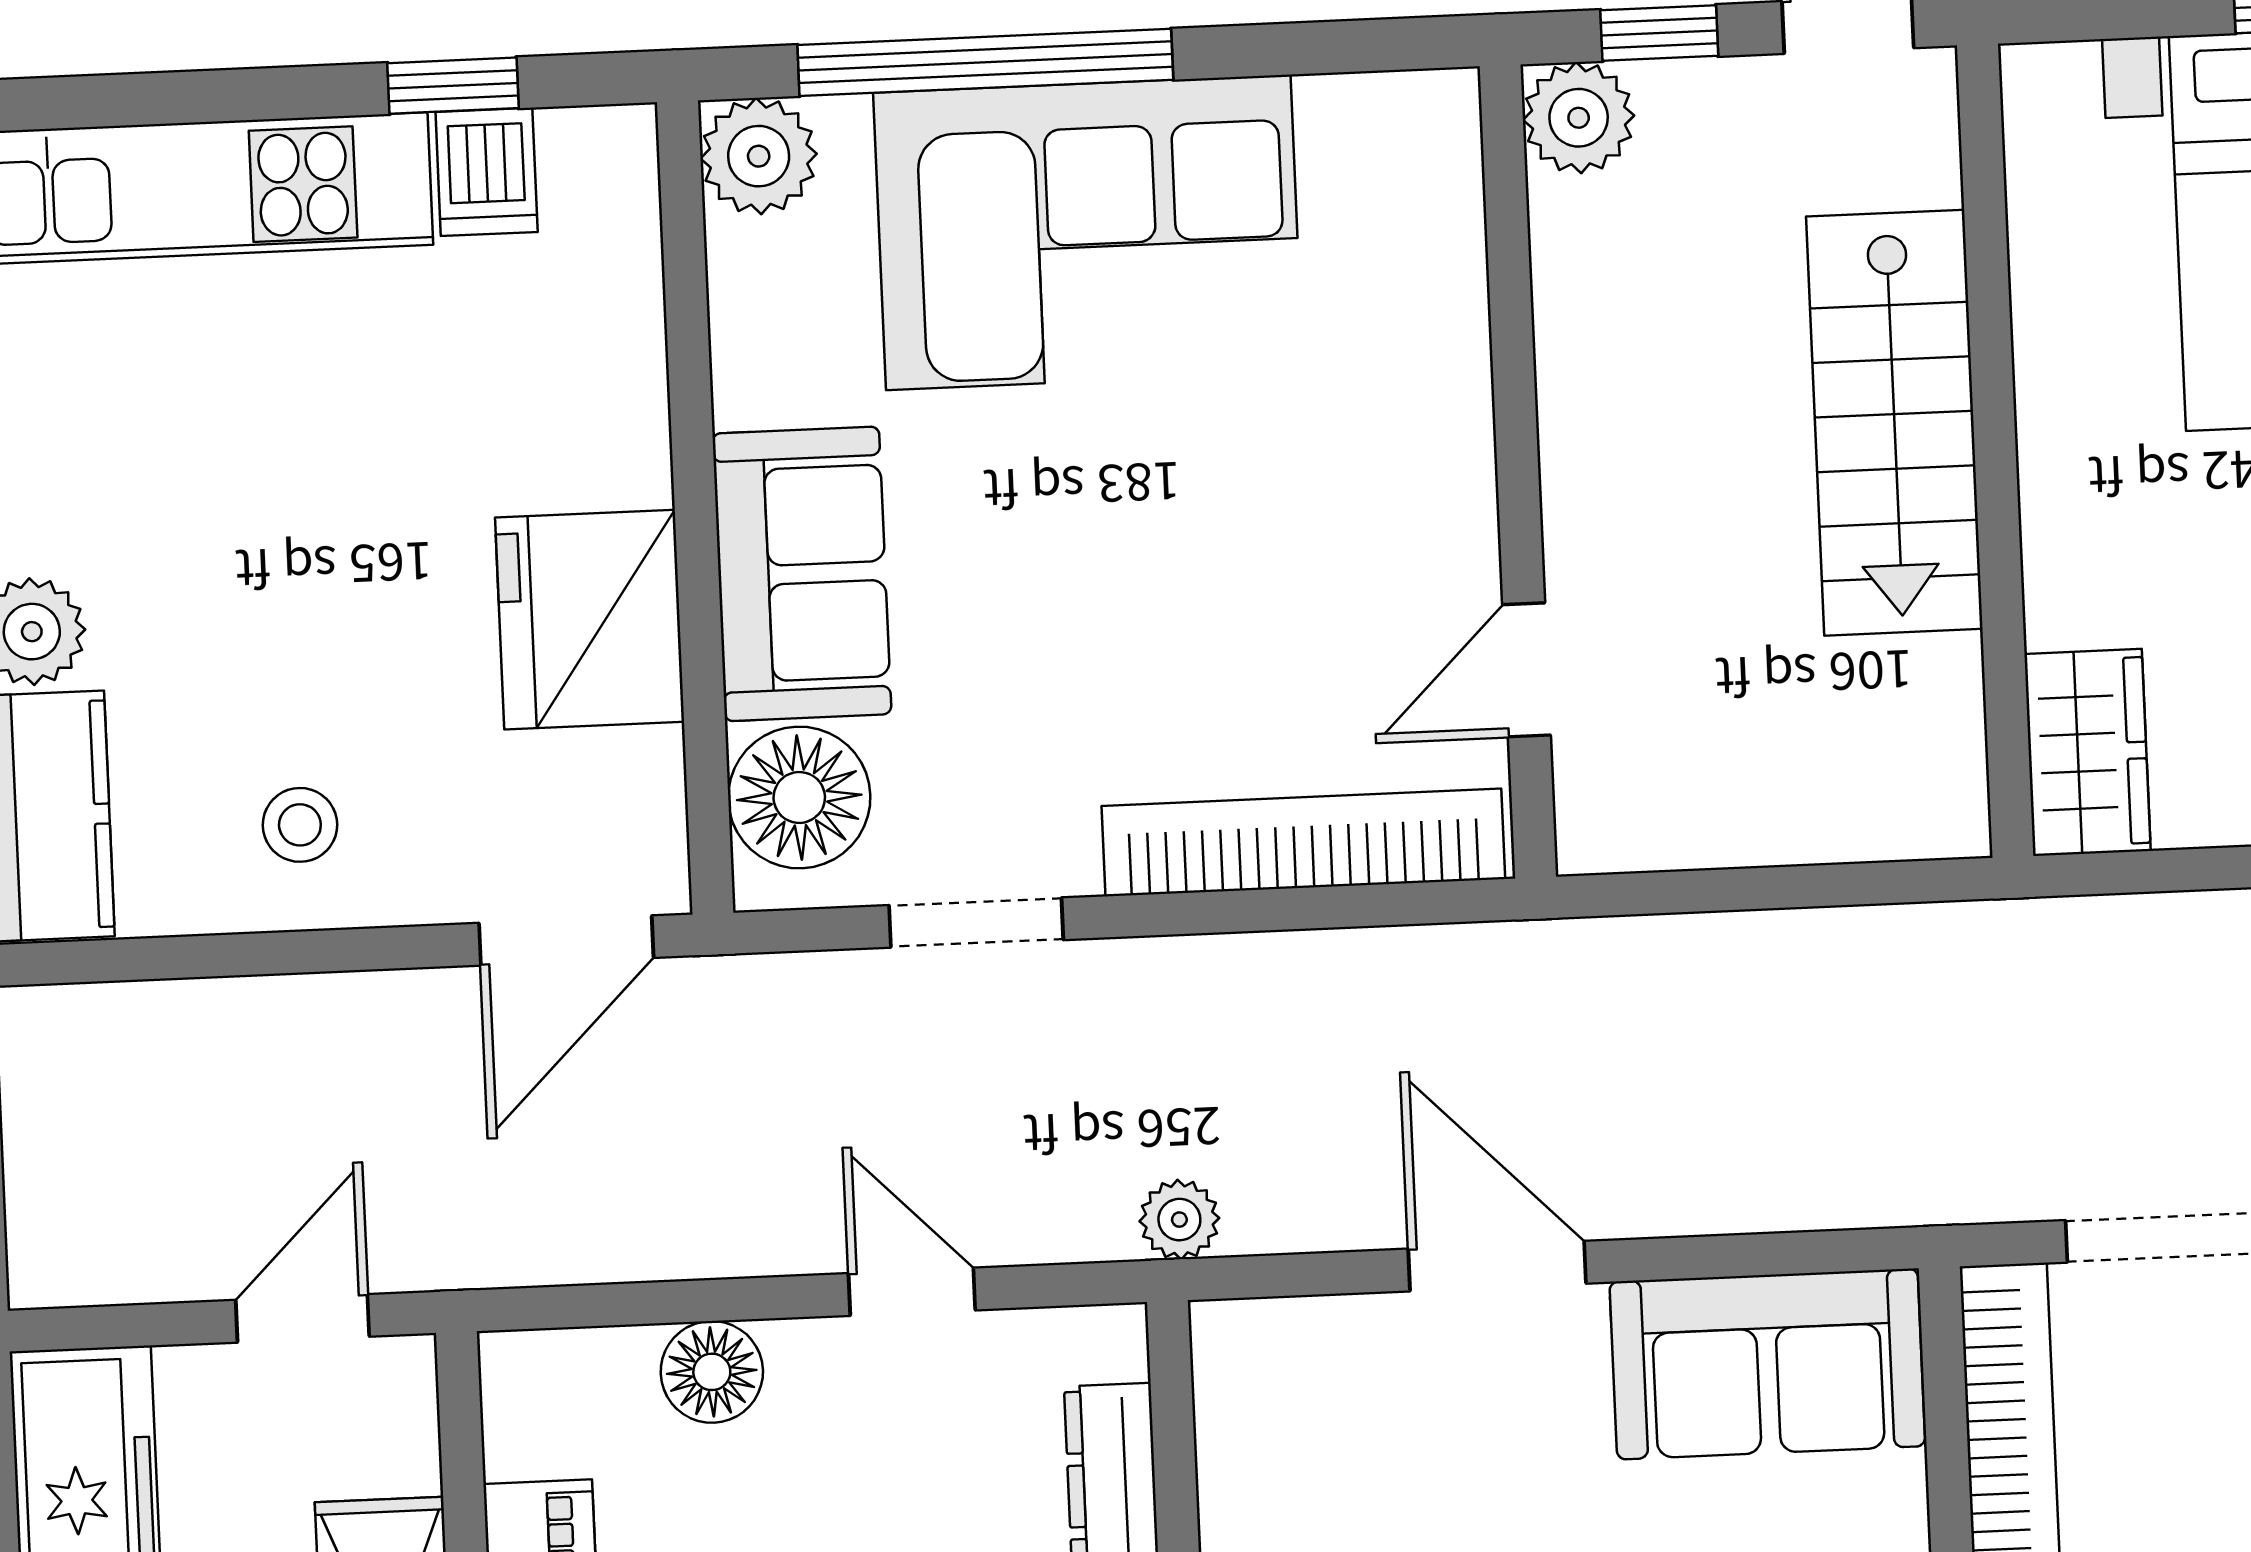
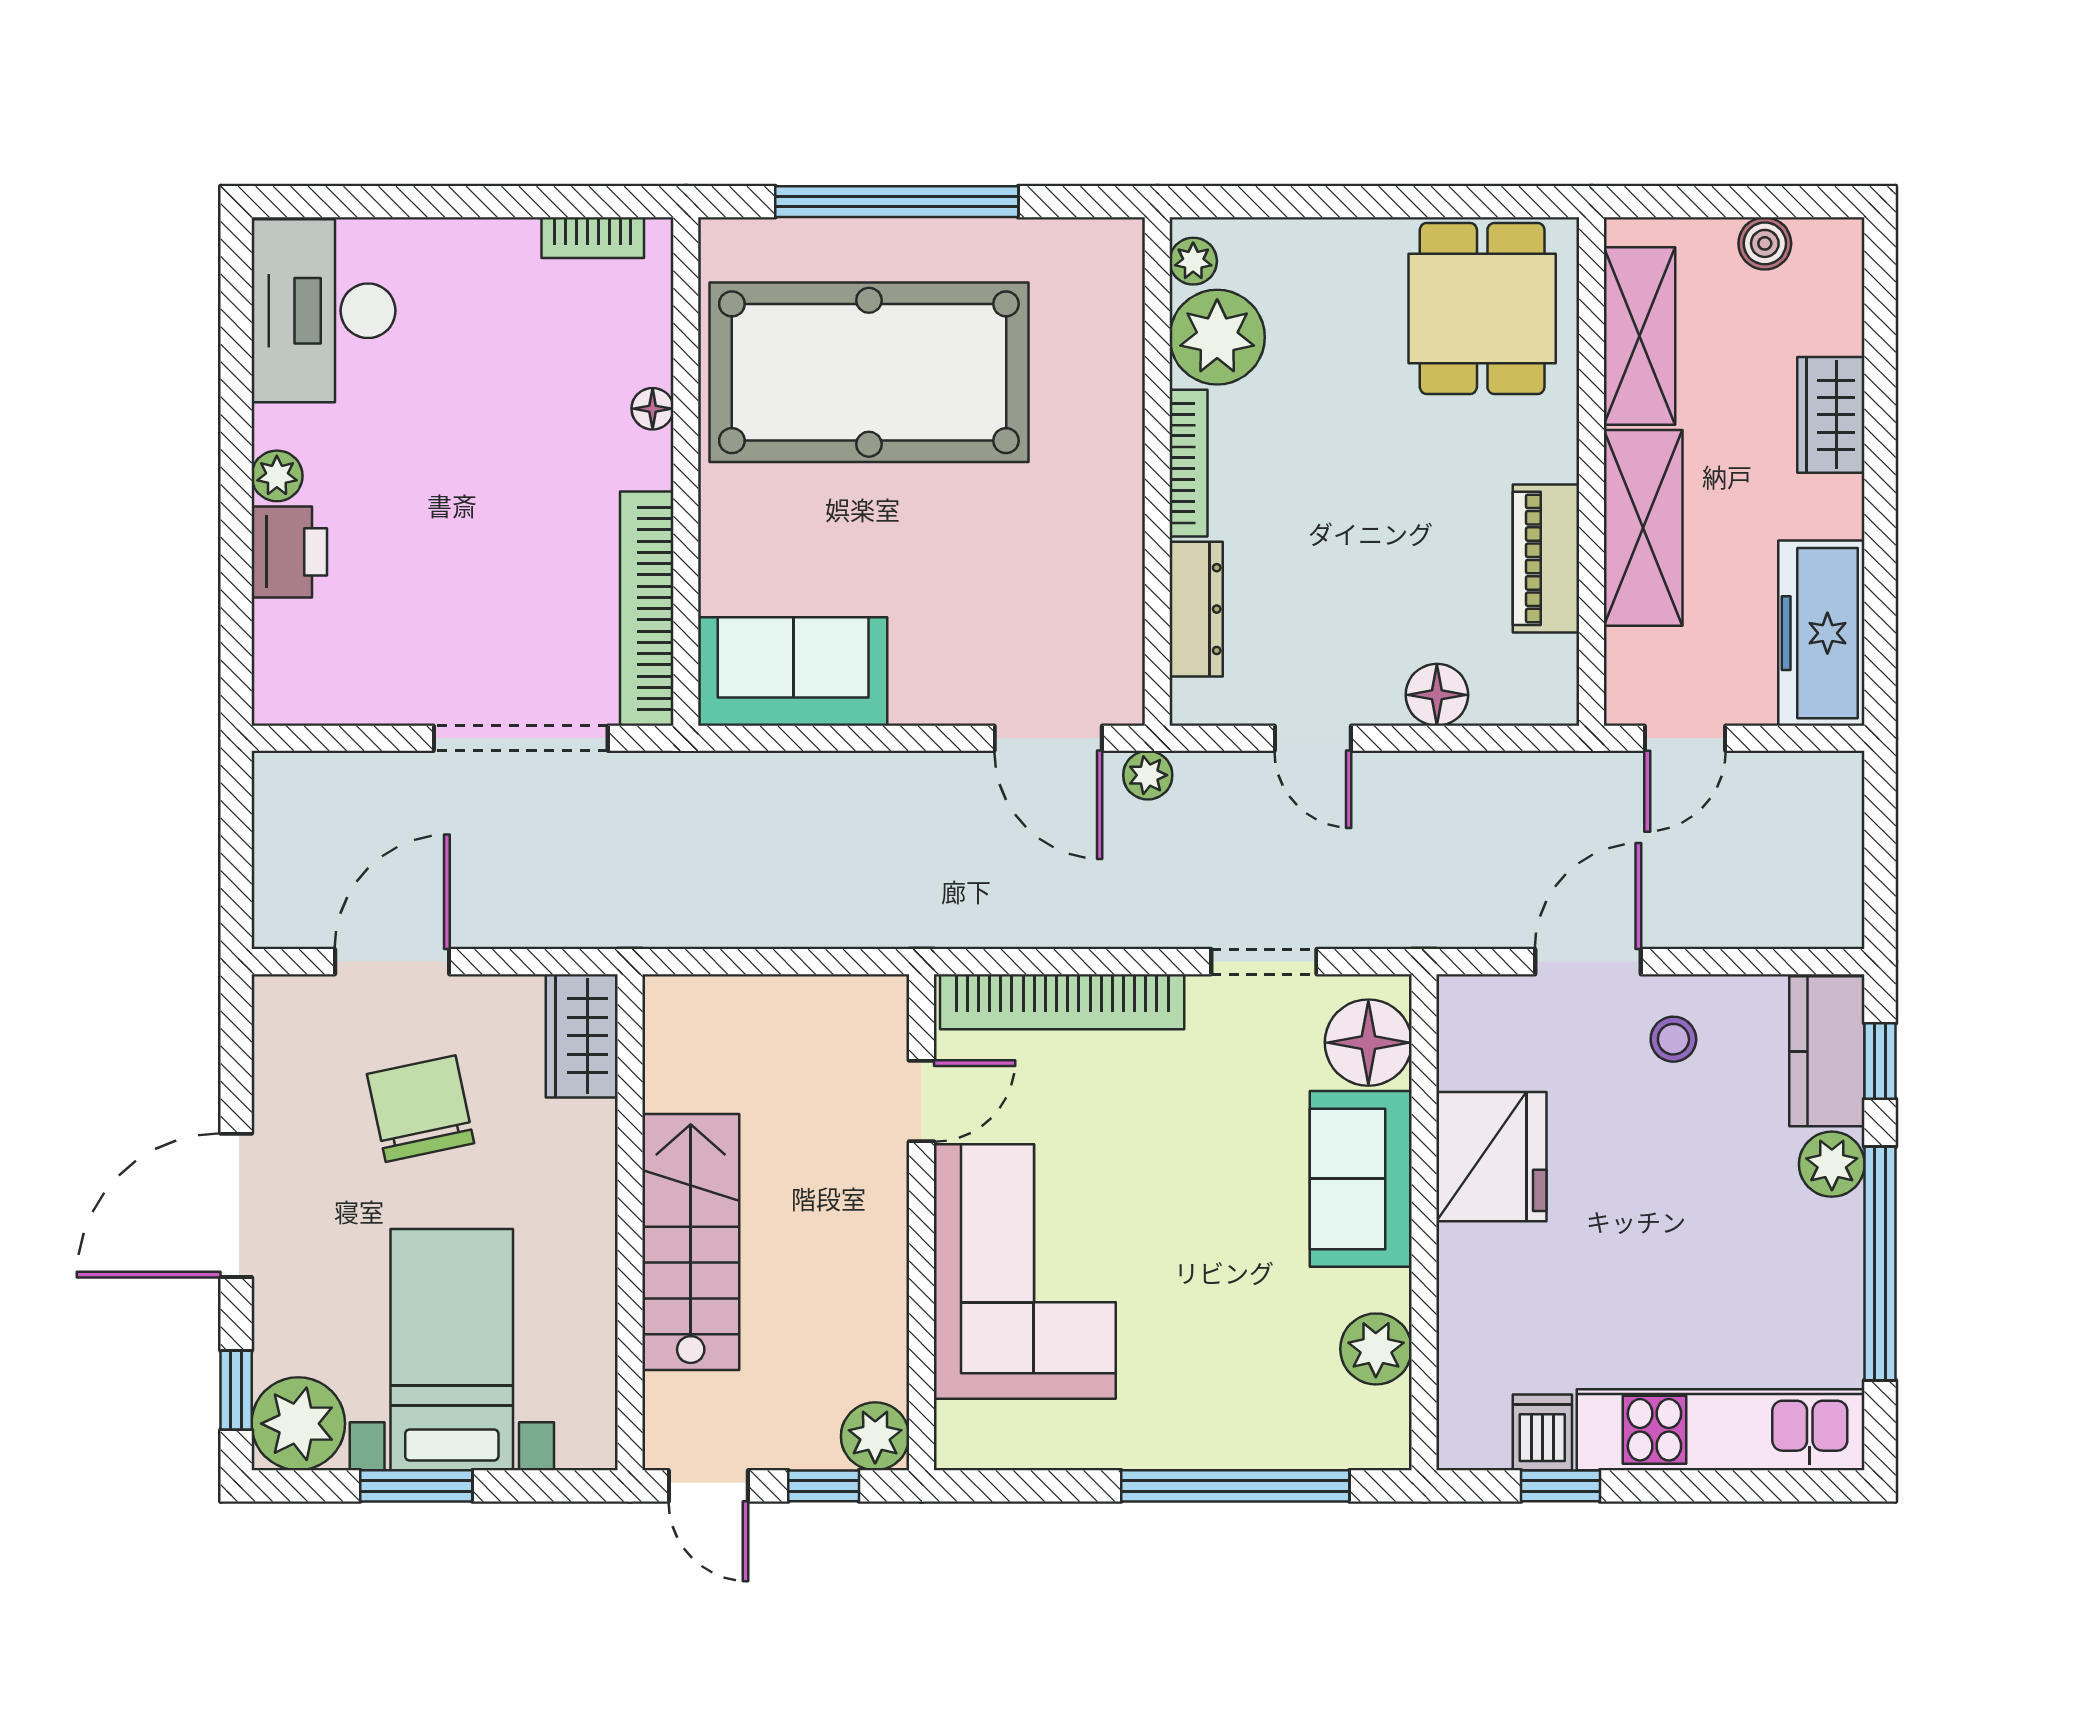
plant: (759, 156) -> (1376, 1349), moved
corner sofa: (1088, 232) -> (1025, 1272), moved, turned 90
door: (566, 940) -> (1588, 962), moved
door: (1497, 1266) -> (1048, 738), moved

